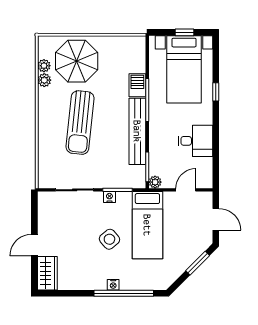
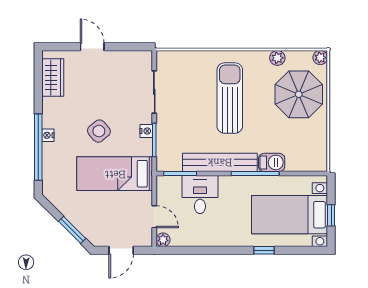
plant: (44, 66) -> (320, 58), moved
sun lounger: (80, 123) -> (230, 98), turned 84
desk: (195, 141) -> (200, 194), moved, turned 180
plant: (155, 182) -> (163, 240), moved
wardrobe: (47, 273) -> (53, 78), moved, turned -90

